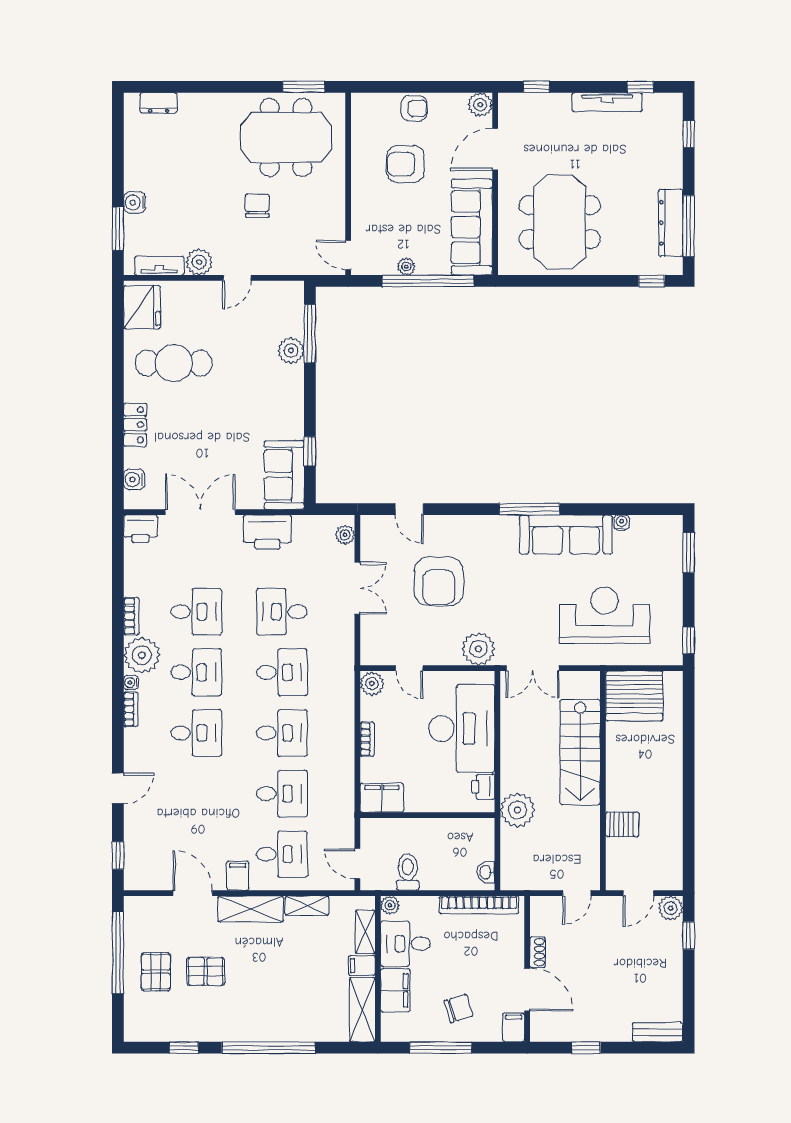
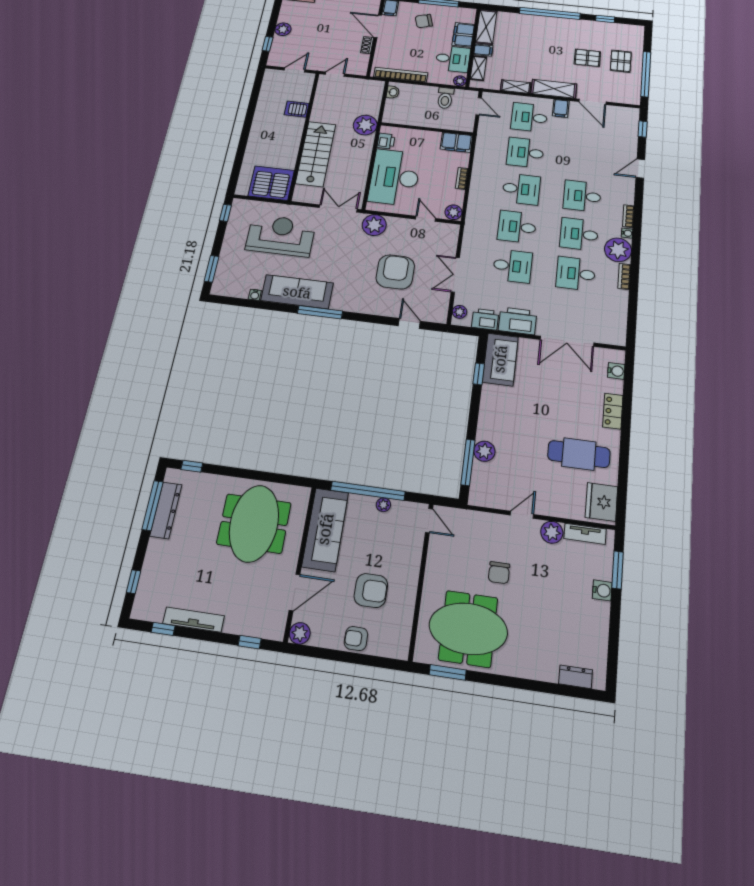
printer: (140, 529) -> (485, 319), moved
reception desk: (605, 615) -> (281, 236), turned 180
desk: (282, 733) -> (521, 189), turned 180
plant: (671, 908) -> (283, 29), moved

